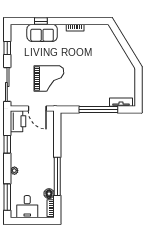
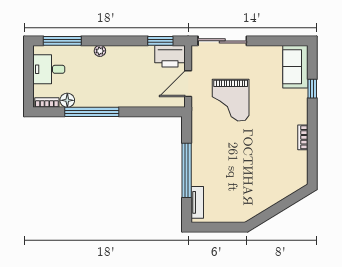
sofa: (42, 33) -> (295, 67), moved
window: (7, 48) -> (274, 41), removed
window: (7, 144) -> (160, 41), moved

